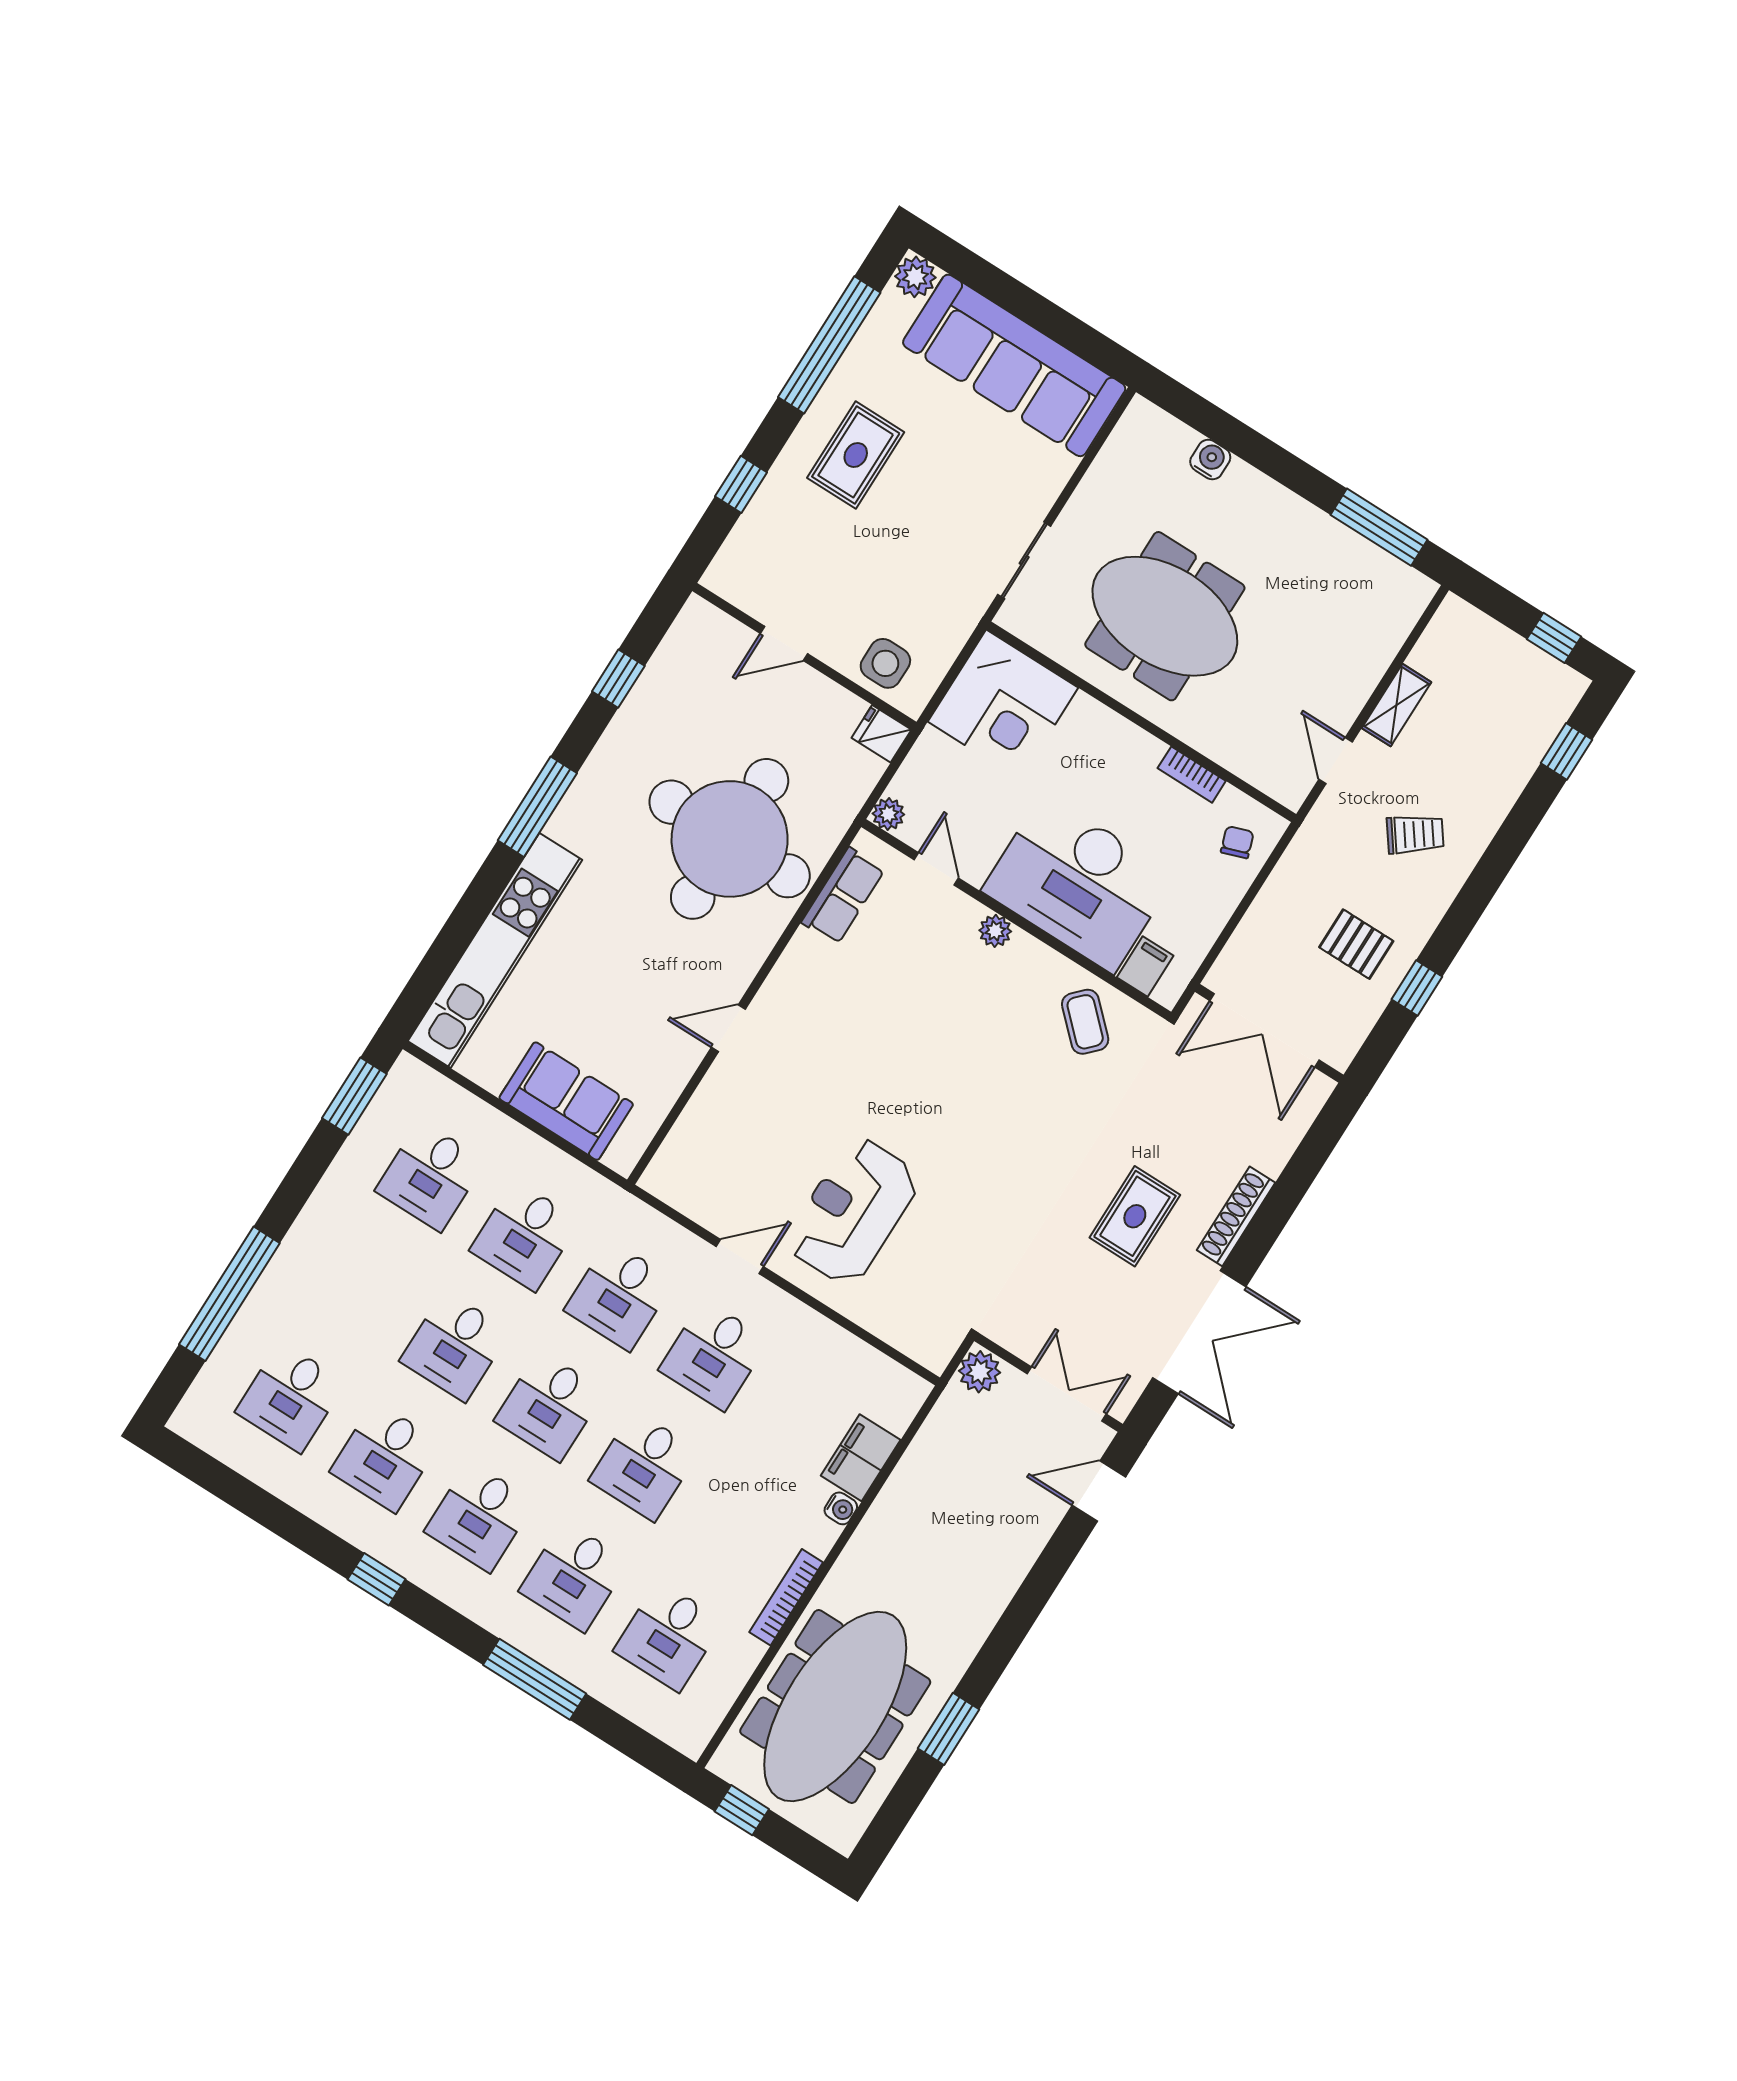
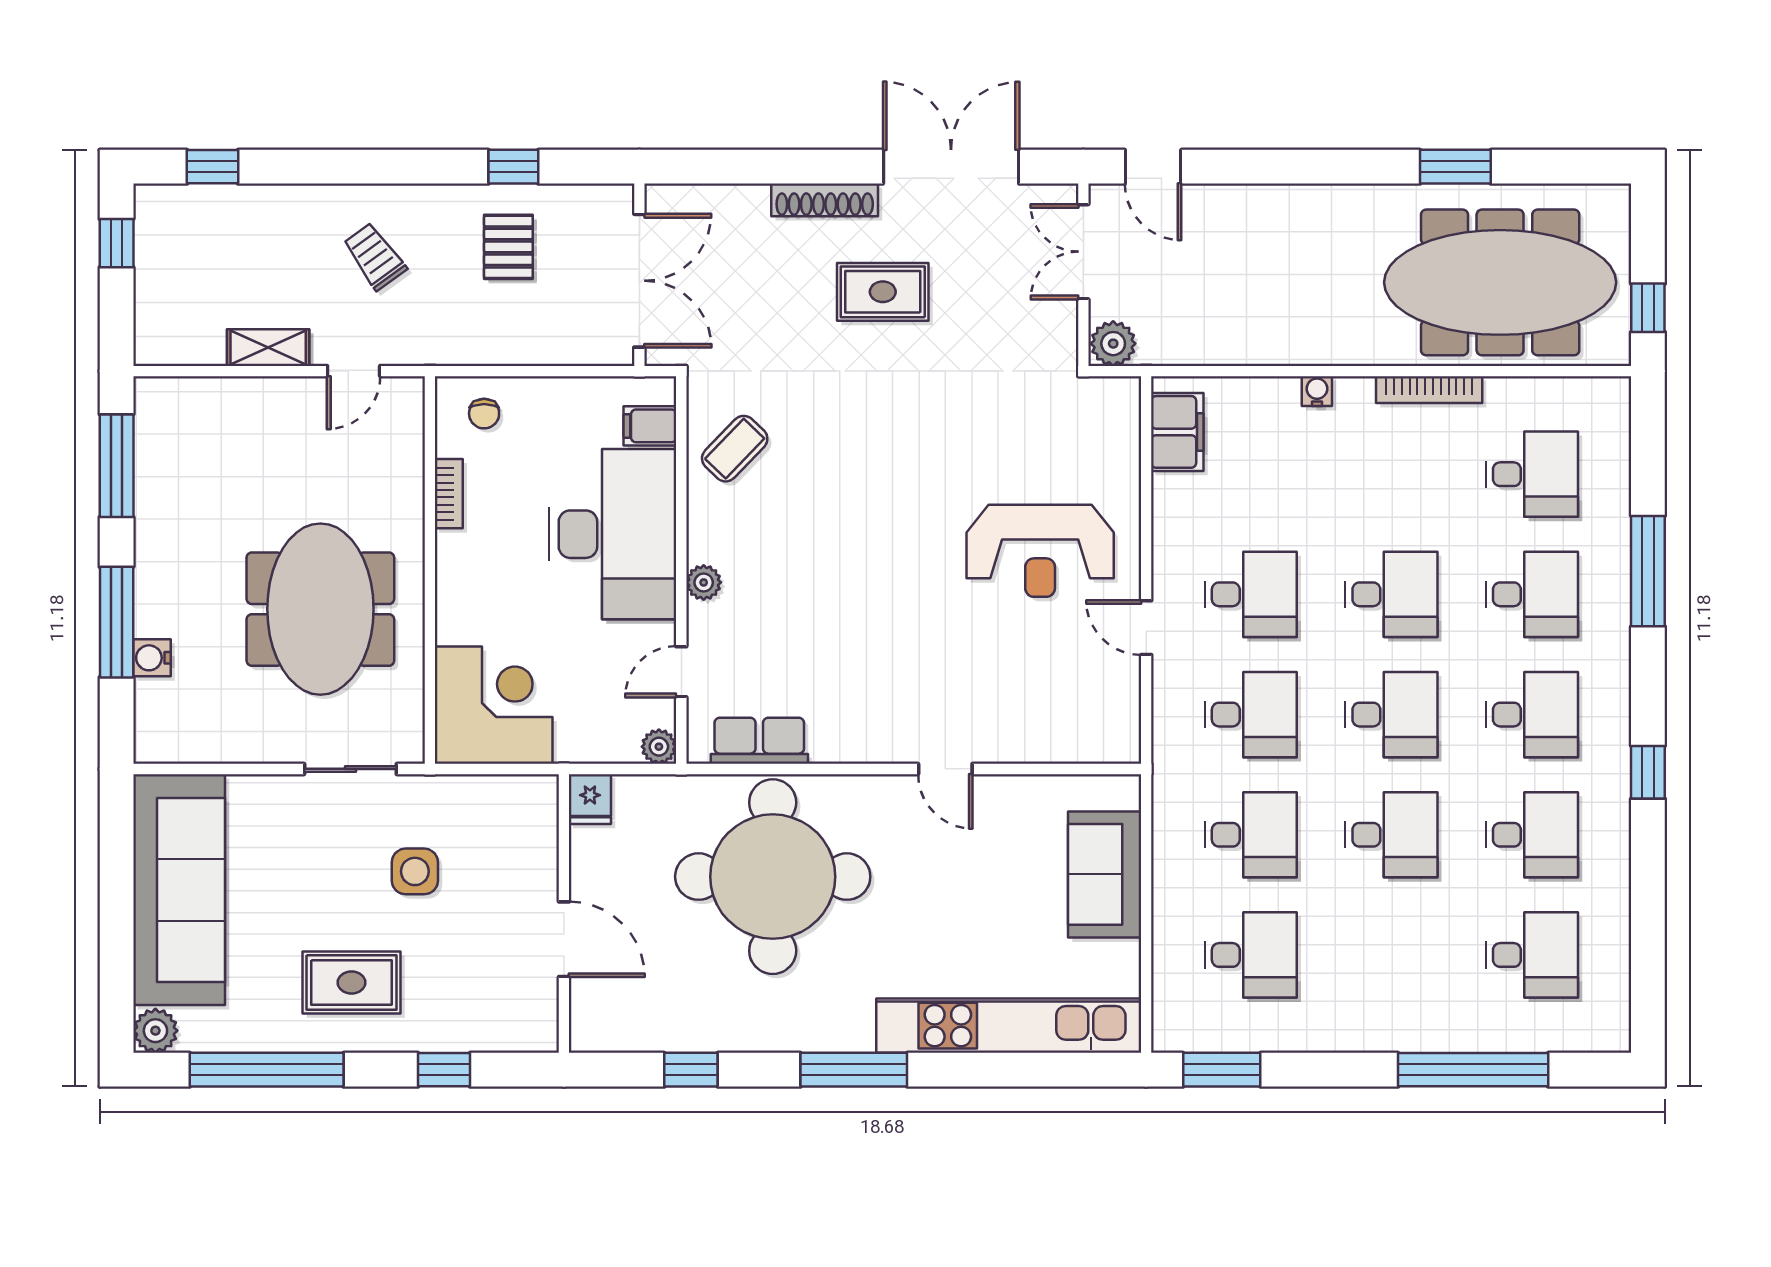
window: (1256, 449) -> (117, 622), added
door: (784, 644) -> (564, 939), width x1.38
side table: (885, 663) -> (415, 871), moved
chair: (1237, 842) -> (484, 414), turned -71
filing cabinet: (861, 1458) -> (1177, 432), moved, turned -90

